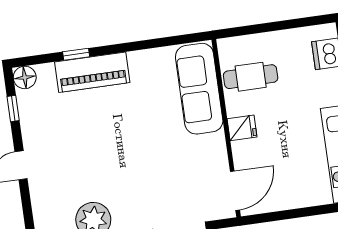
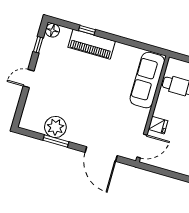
fridge: (242, 128) -> (158, 125), moved

